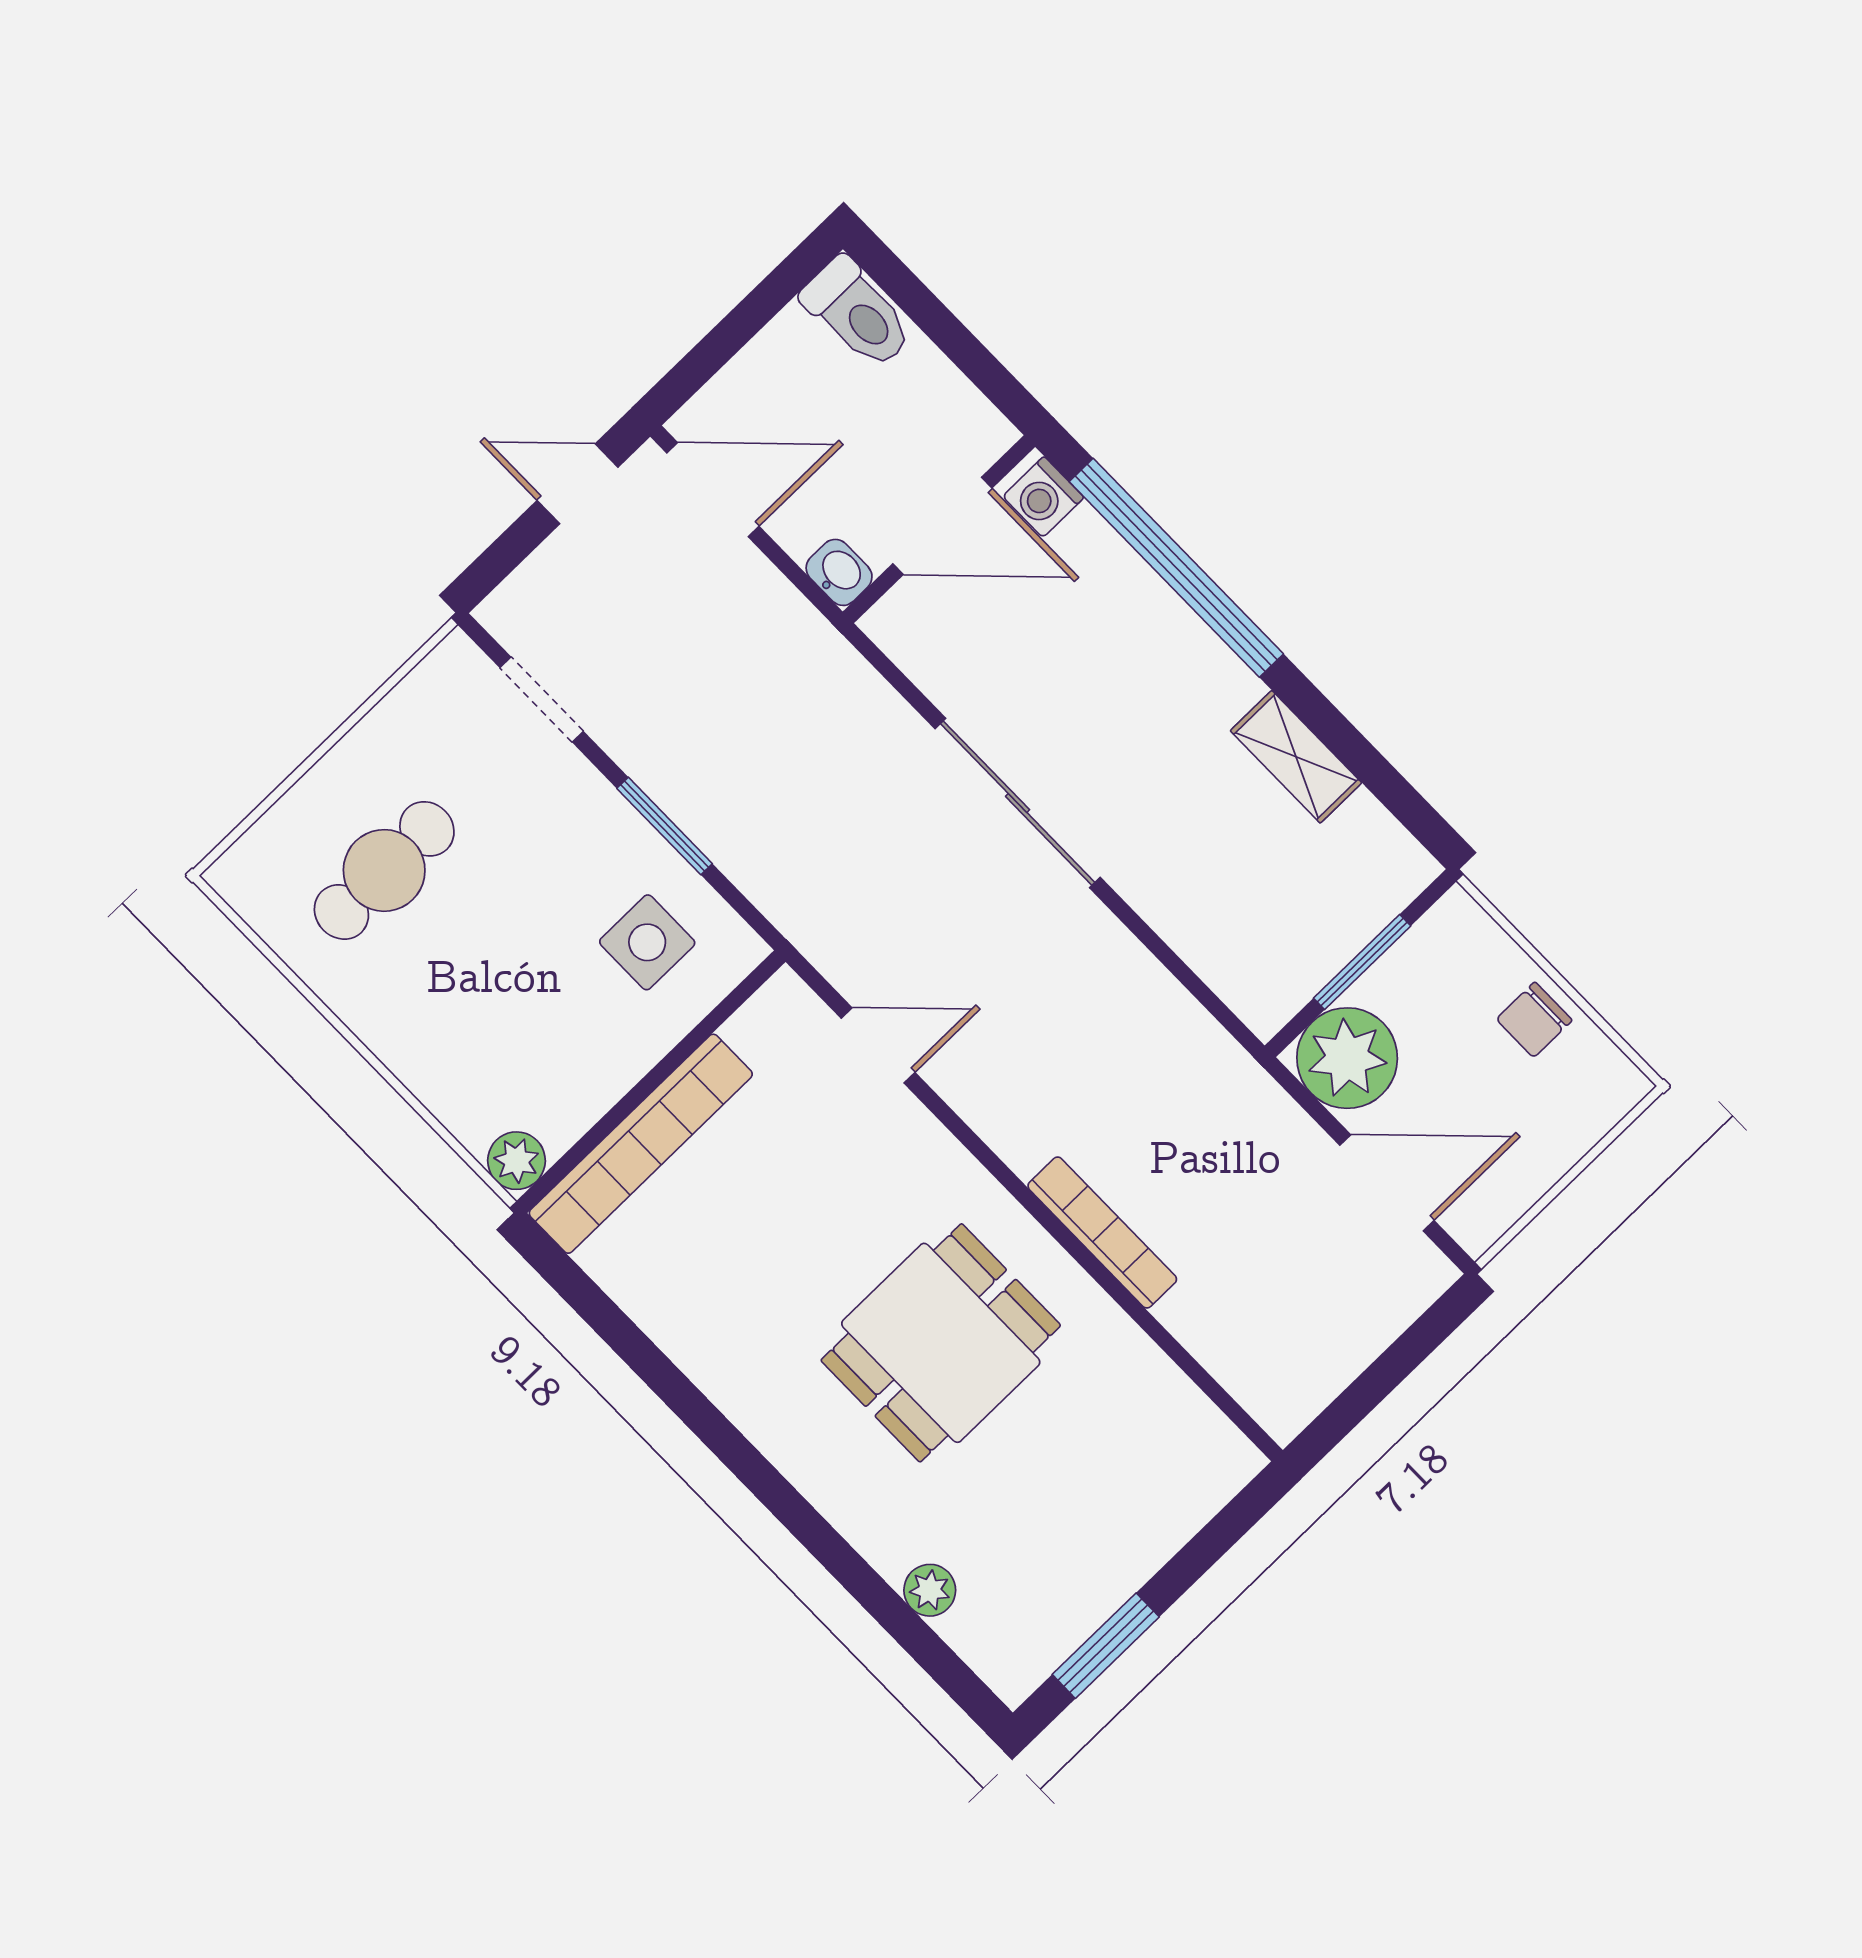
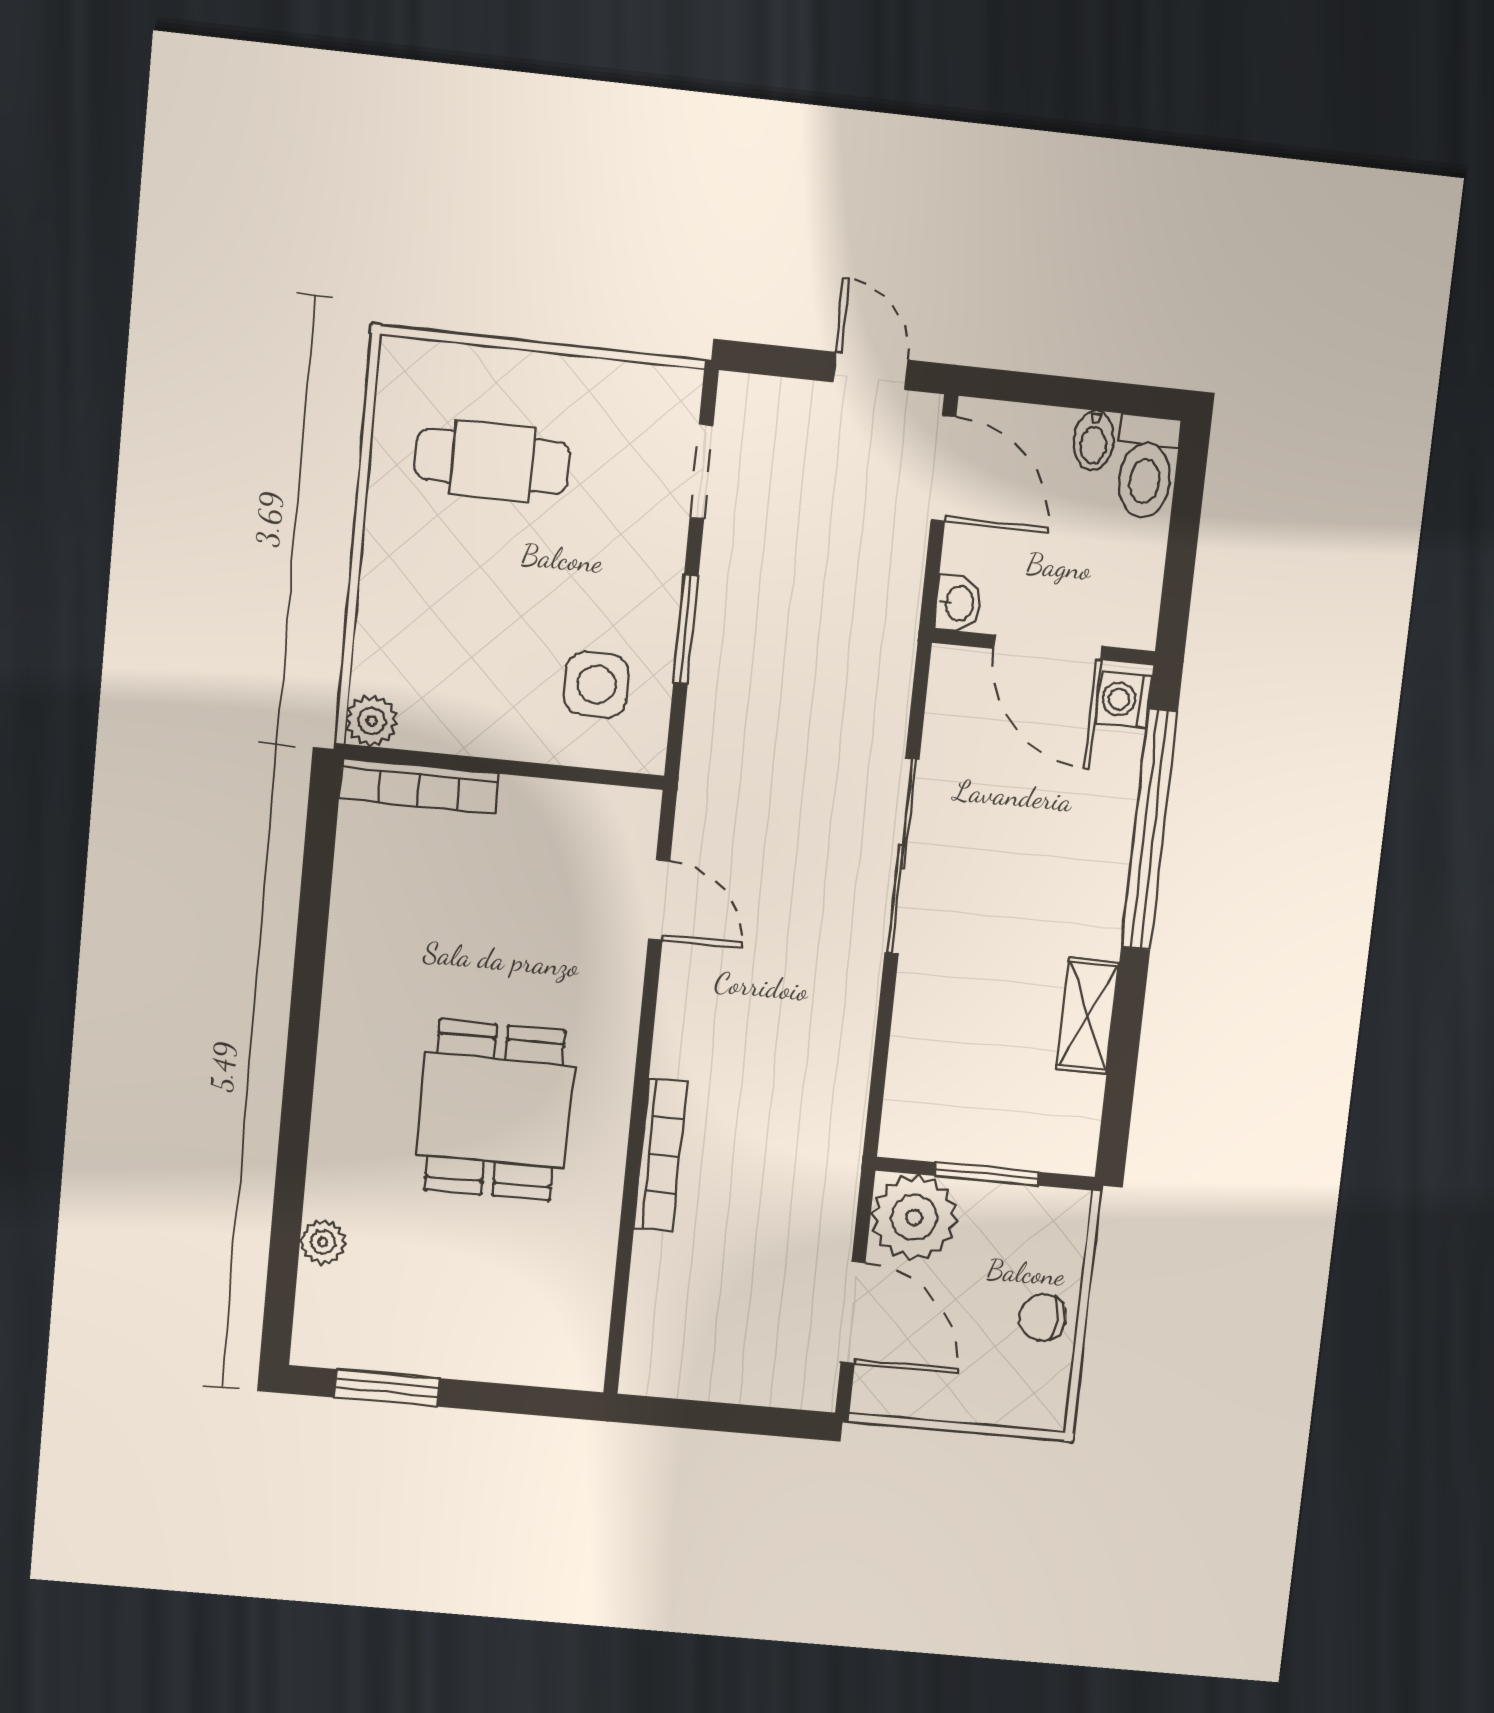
bidet: (797, 340) -> (1094, 440), added
bookcase: (641, 1144) -> (419, 786), width x0.68, depth x0.76
dining table: (941, 1343) -> (495, 1110), turned 90

